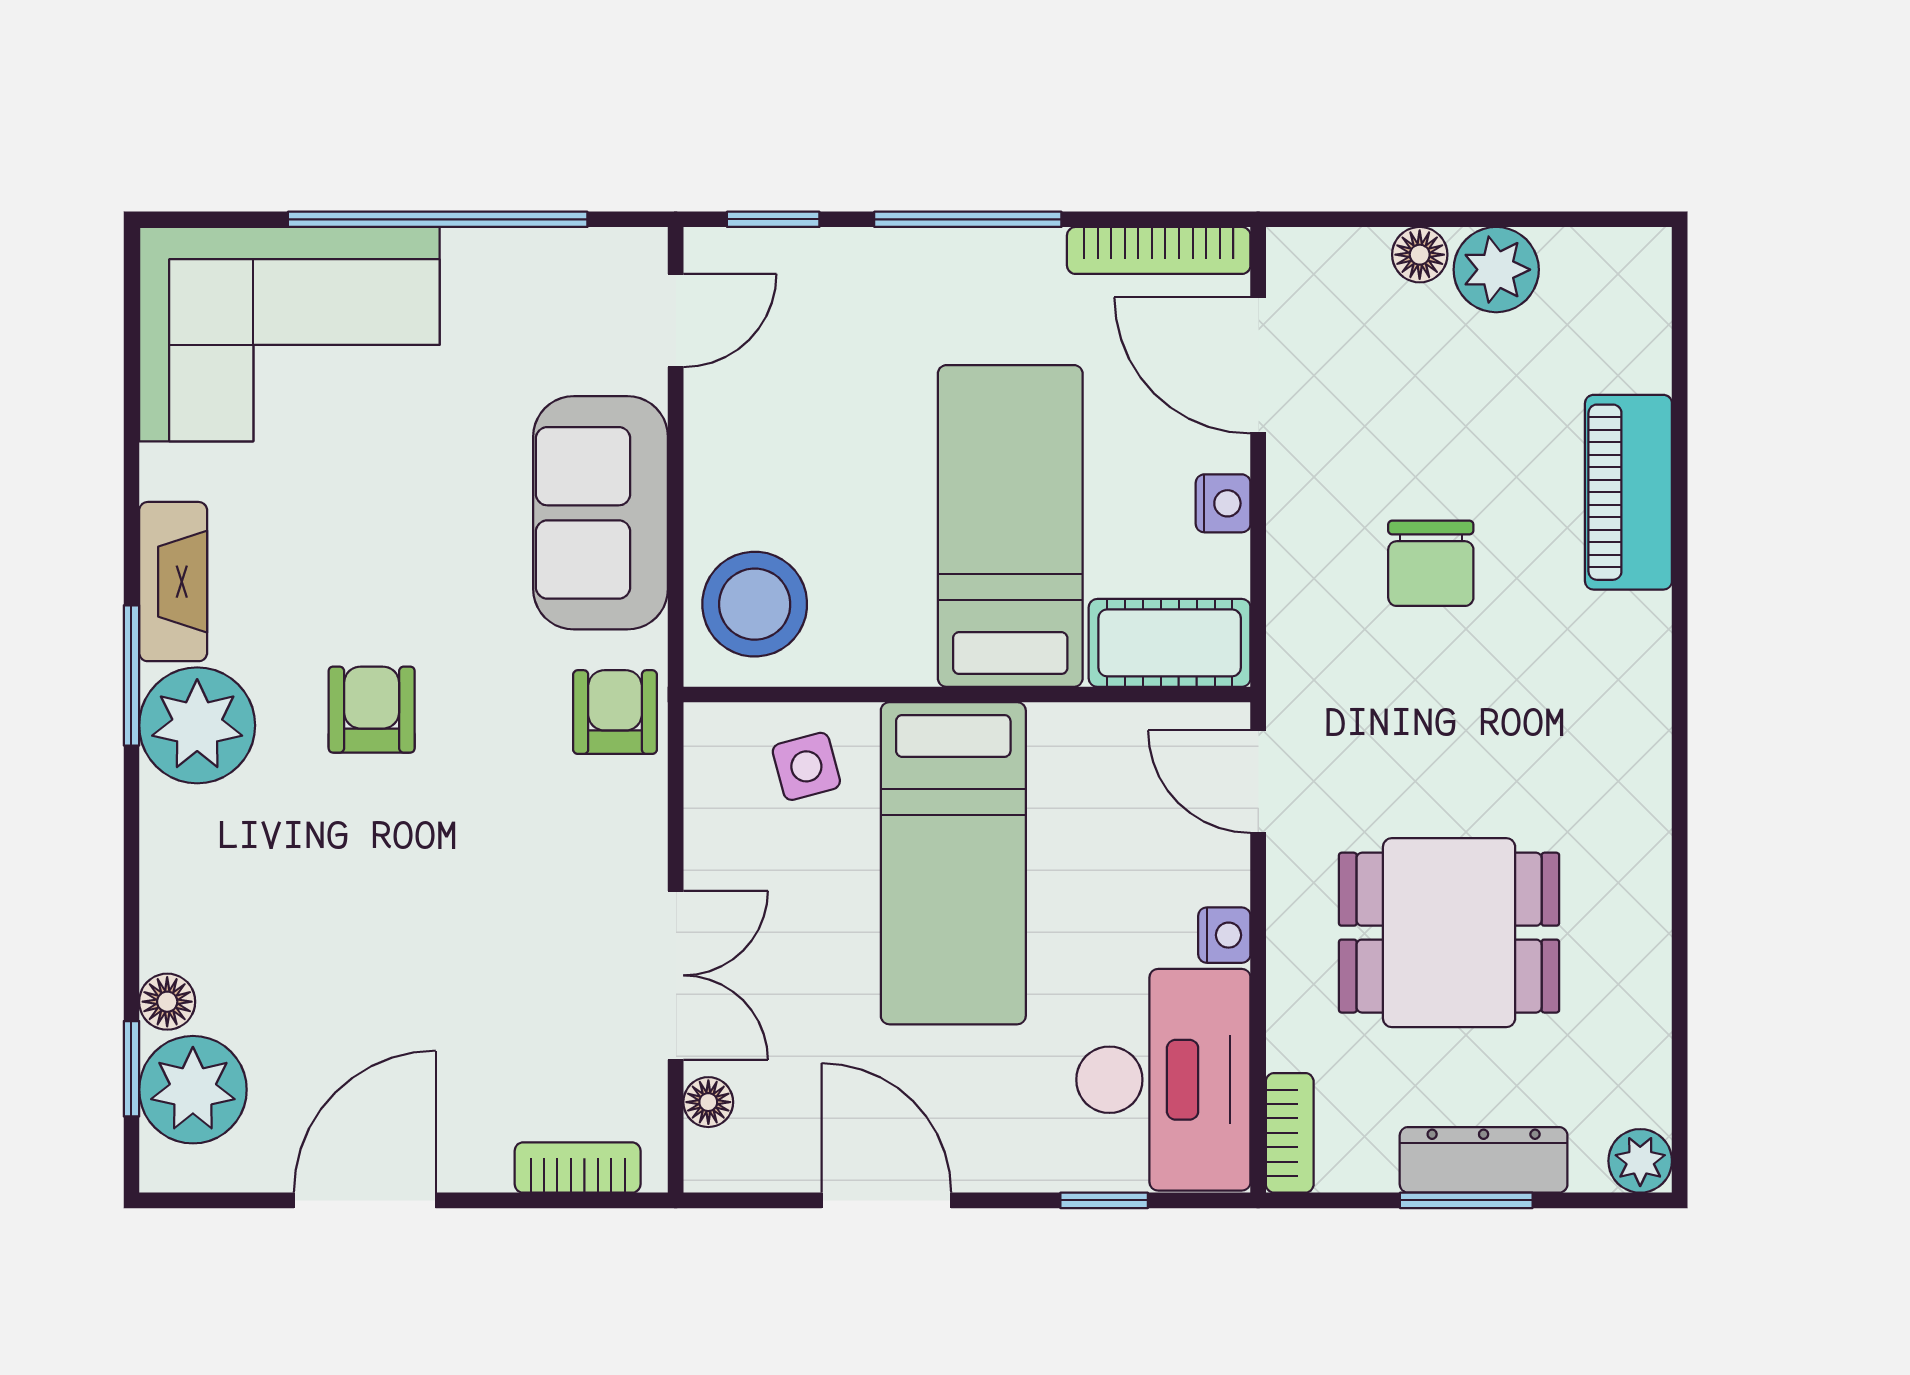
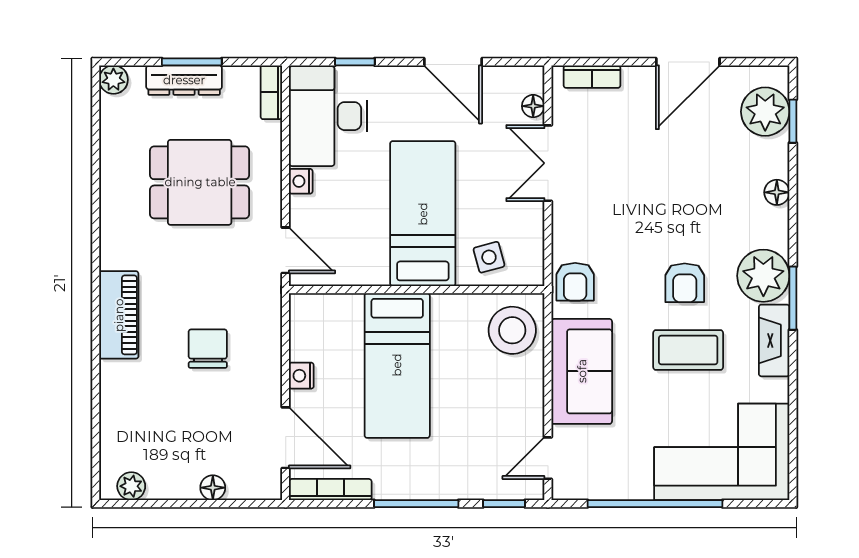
plant: (1496, 270) -> (131, 486), moved, width x0.73, depth x0.73
piano: (1628, 492) -> (119, 315), moved
coffee table: (364, 560) -> (688, 350), added
cot: (1170, 643) -> (325, 313), removed
floor lamp: (167, 1002) -> (777, 192), moved

